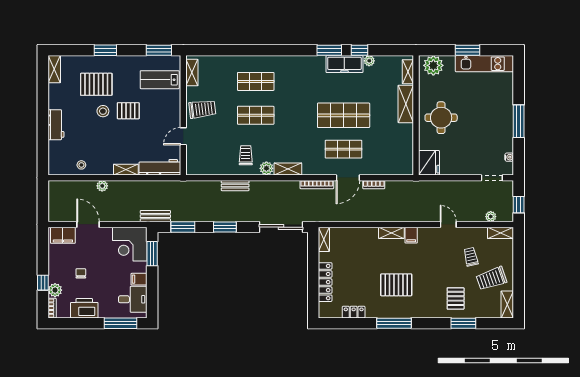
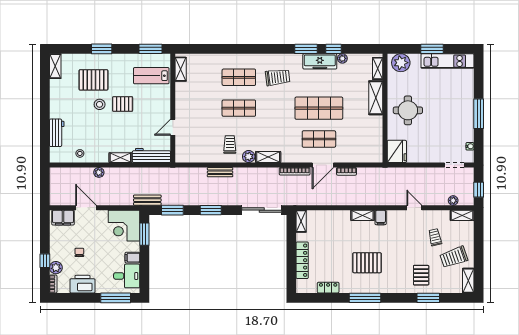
trolley: (202, 109) -> (278, 77), moved
workbench: (56, 125) -> (57, 133), moved

